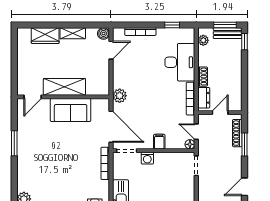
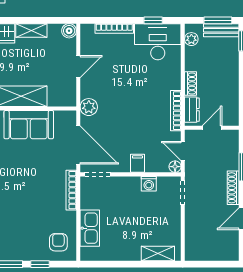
door: (111, 50) -> (78, 67), moved
desk: (180, 62) -> (158, 42), moved, turned -90
shoe rack: (237, 133) -> (233, 188), moved
washing machine: (147, 158) -> (149, 184), moved

